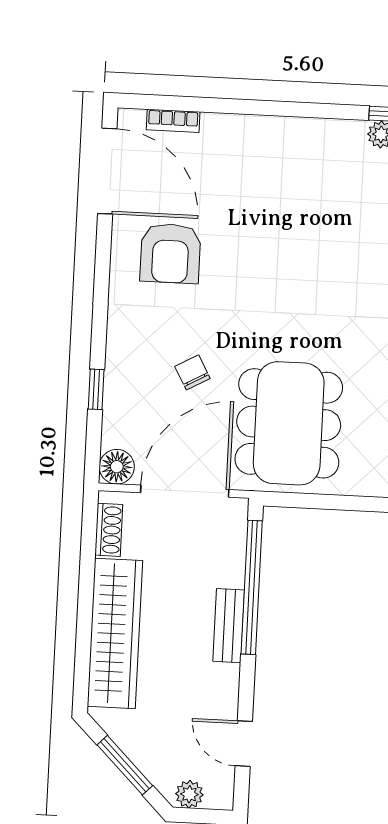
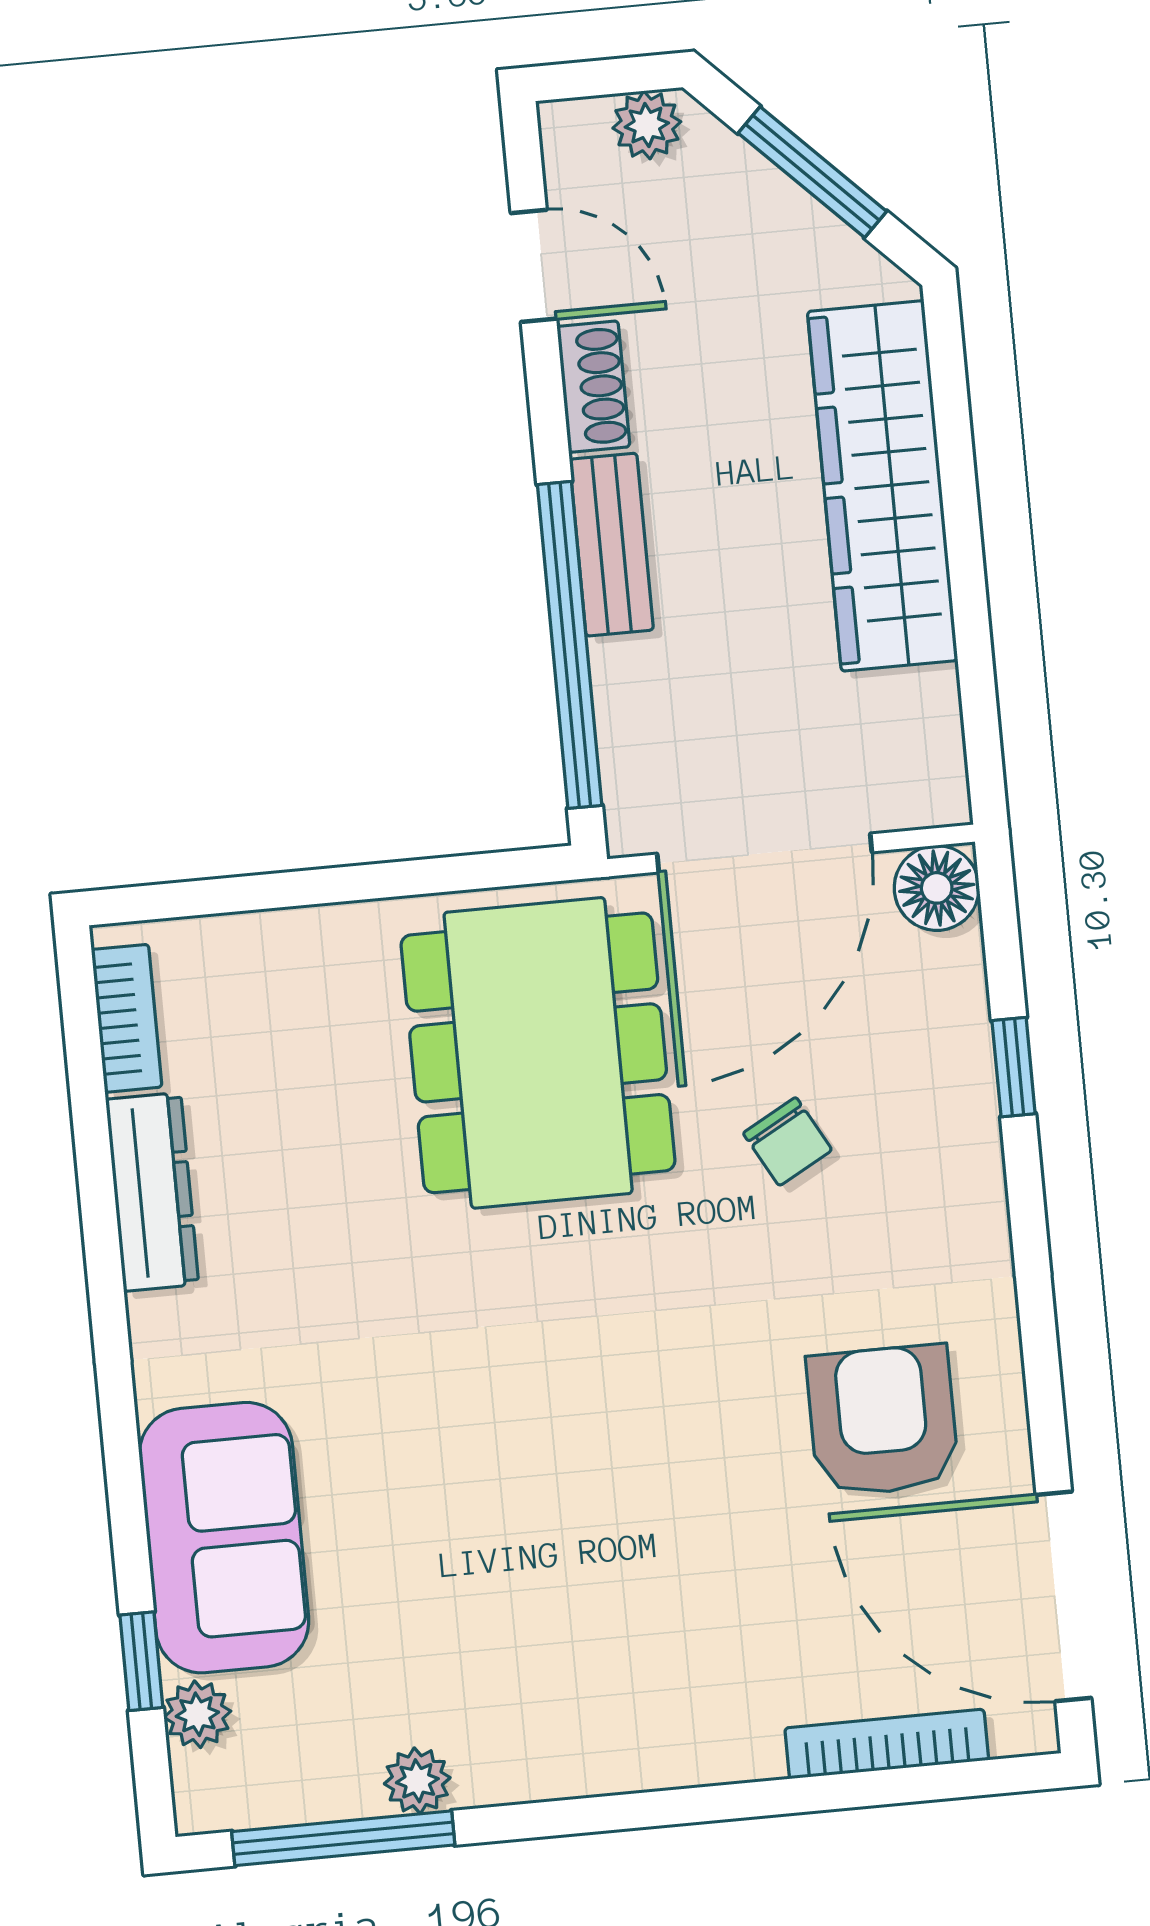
bookcase: (173, 121) -> (887, 1744), width x1.56
shoe rack: (109, 530) -> (593, 387), moved, turned 180

